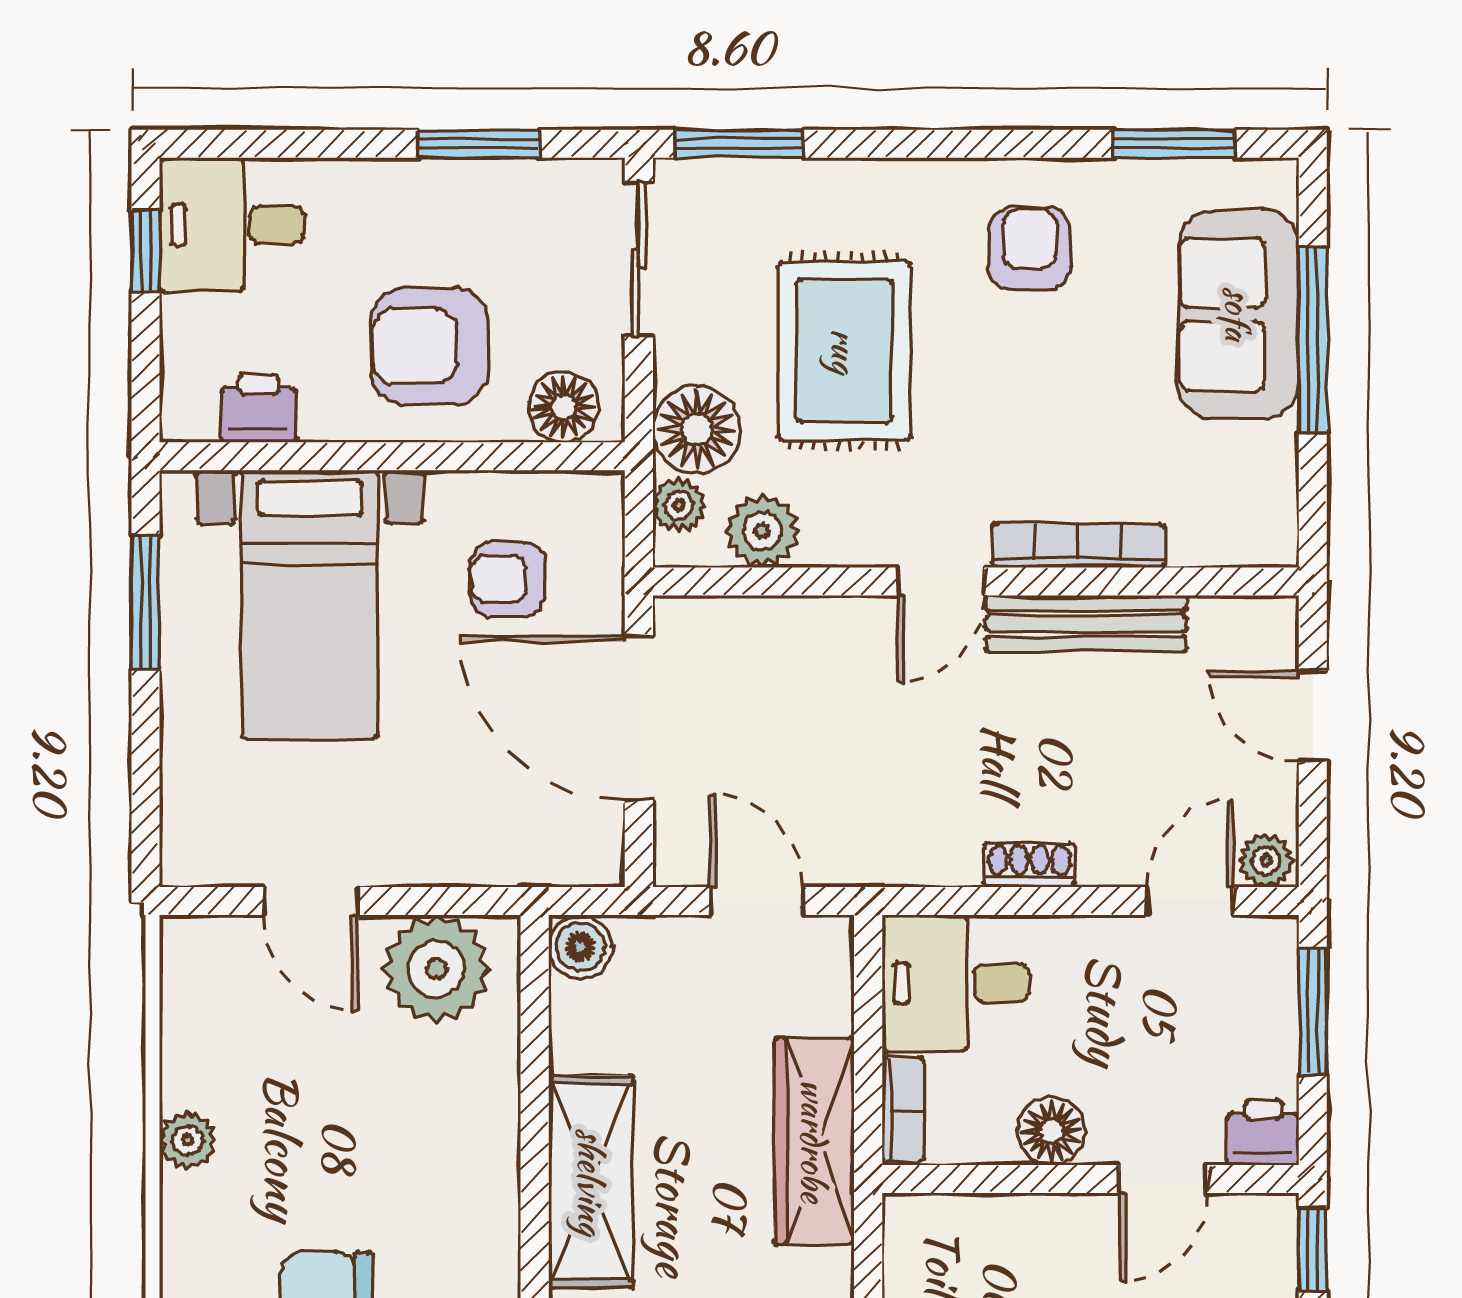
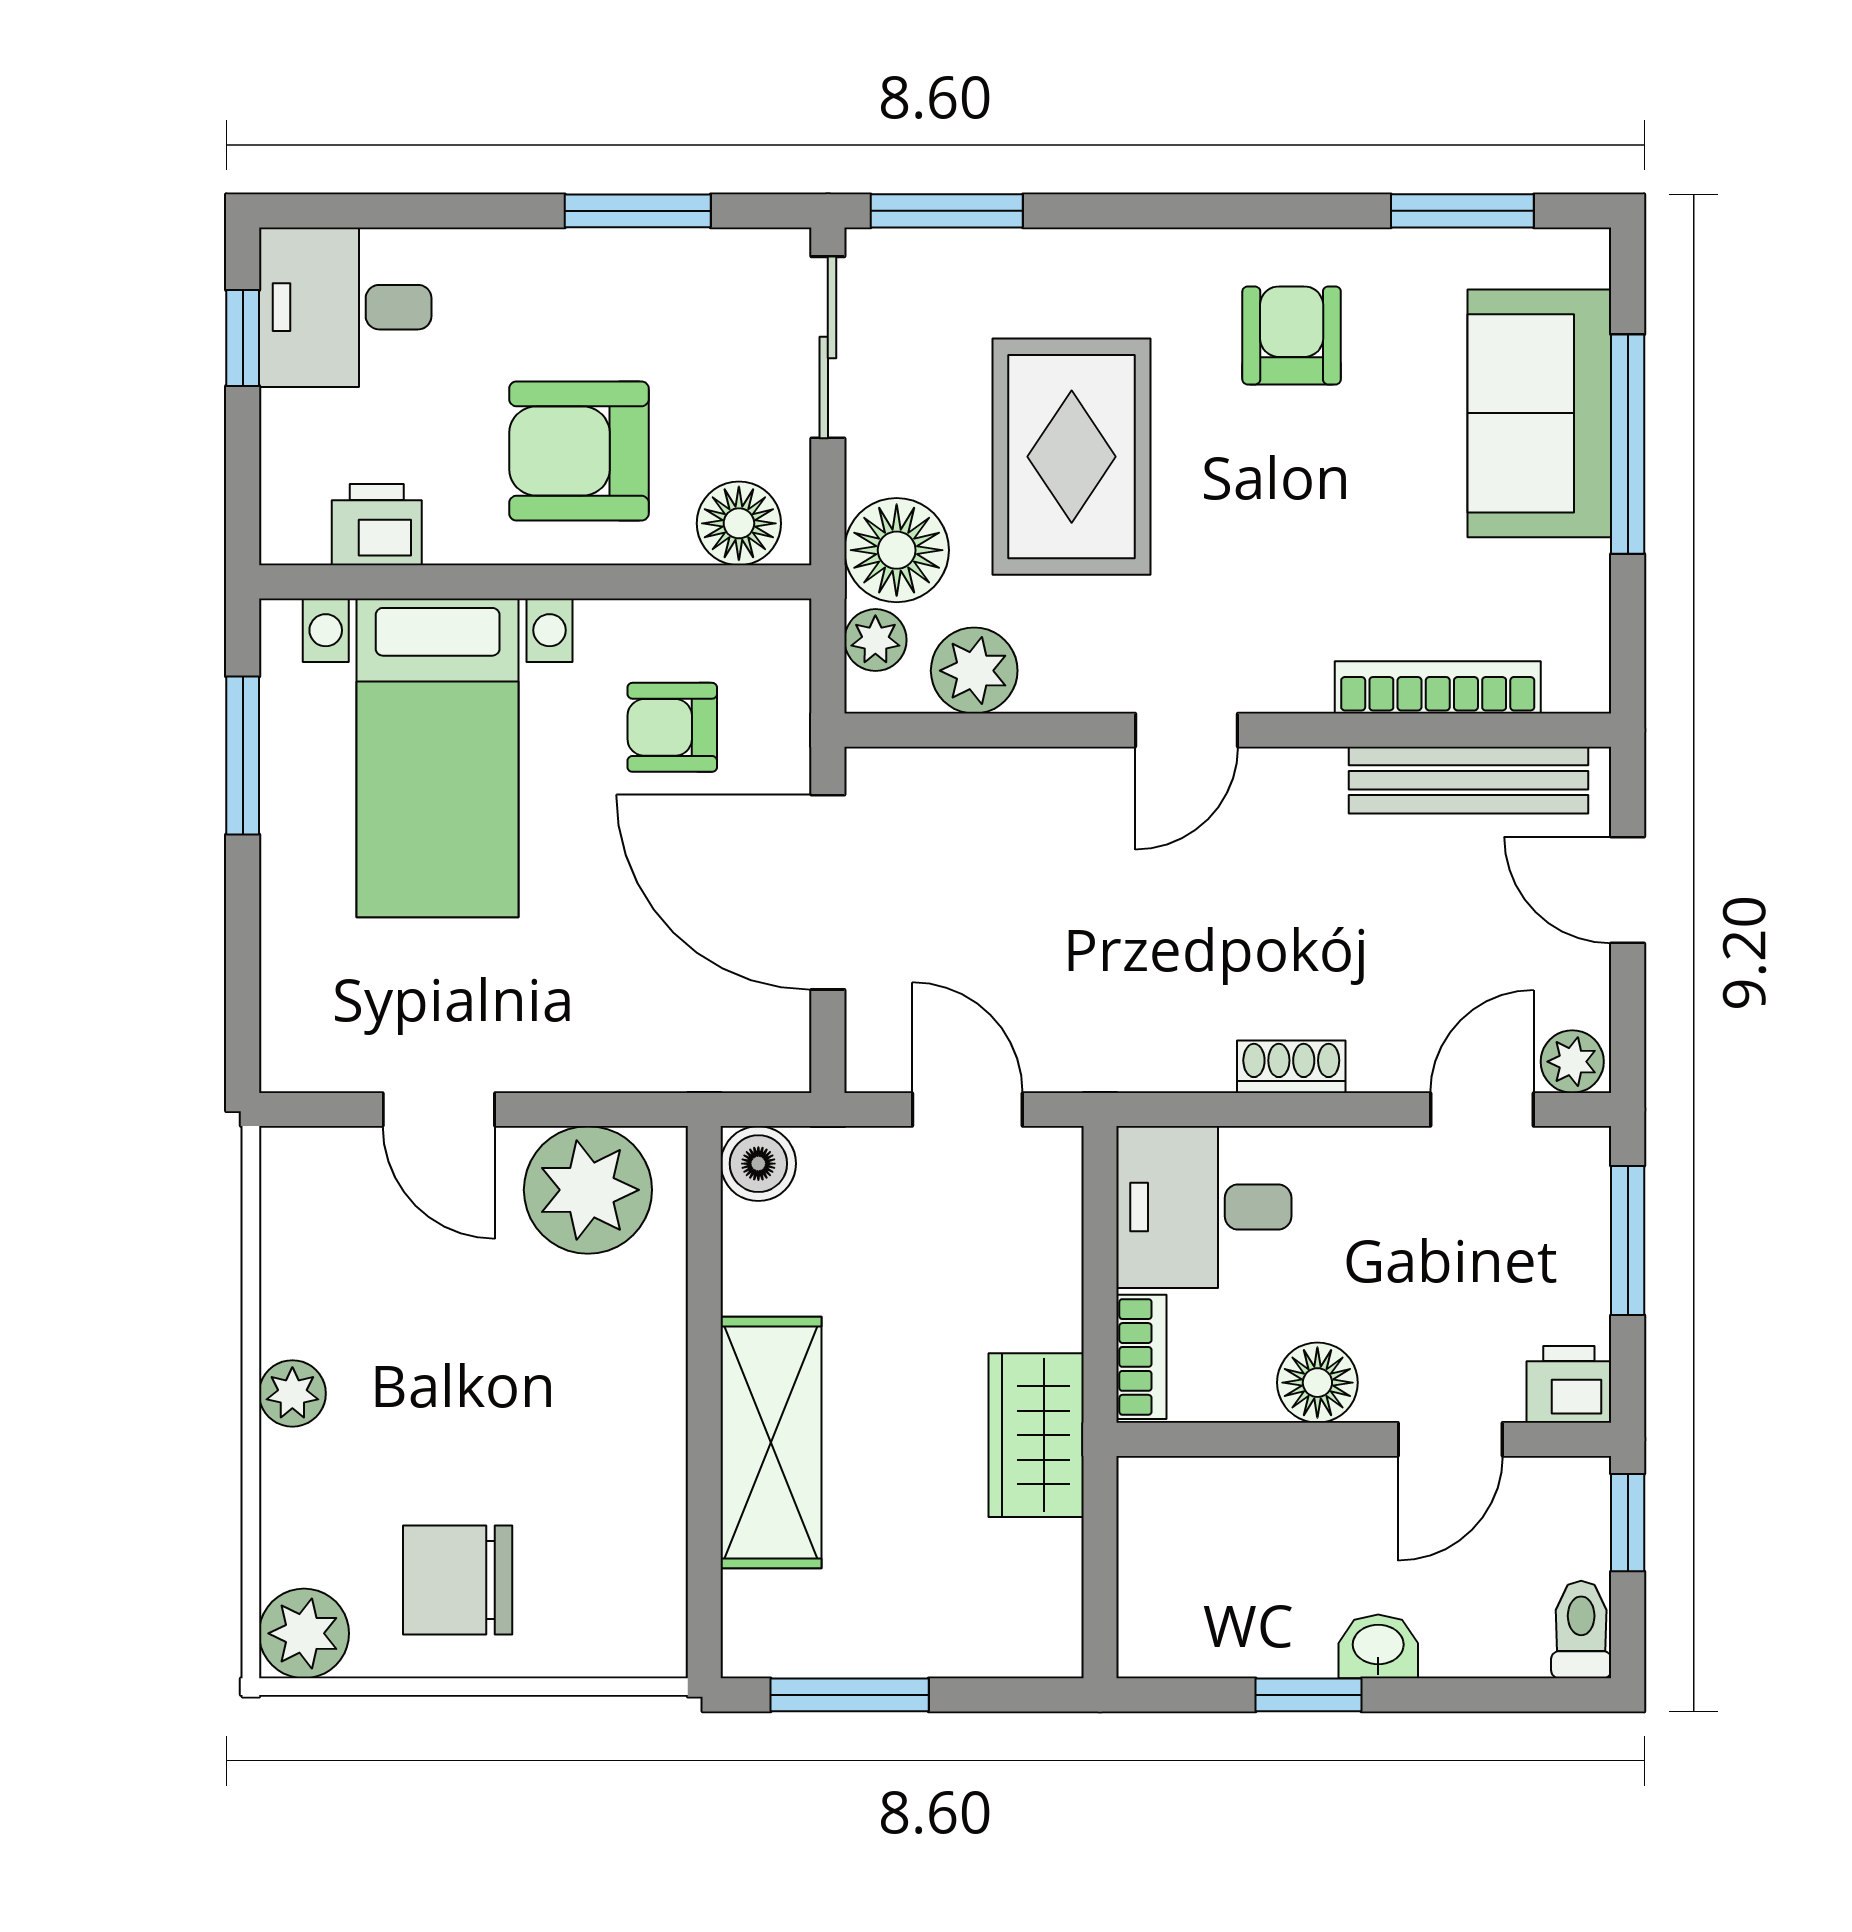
bookcase: (1078, 545) -> (1438, 687), moved
bench: (1086, 624) -> (1469, 780), moved
wardrobe: (814, 1141) -> (1036, 1435), width x0.67

